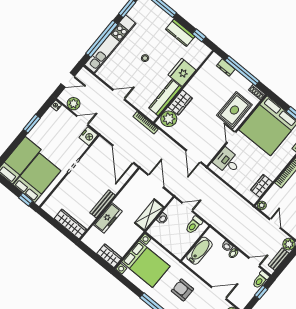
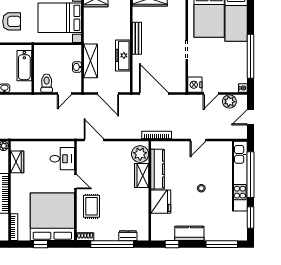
rug: (234, 110) -> (92, 206), width x0.73, depth x0.70
window: (32, 124) -> (250, 56), width x2.11
freezer: (108, 218) -> (123, 55), moved

